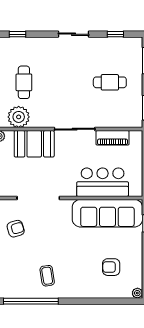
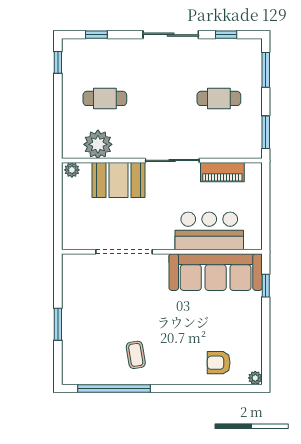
sliding door: (74, 34) -> (171, 35), width x1.37
cafe table: (24, 82) -> (105, 98), turned 90
armchair: (16, 229) -> (94, 293), removed
armchair: (111, 267) -> (219, 363), moved

